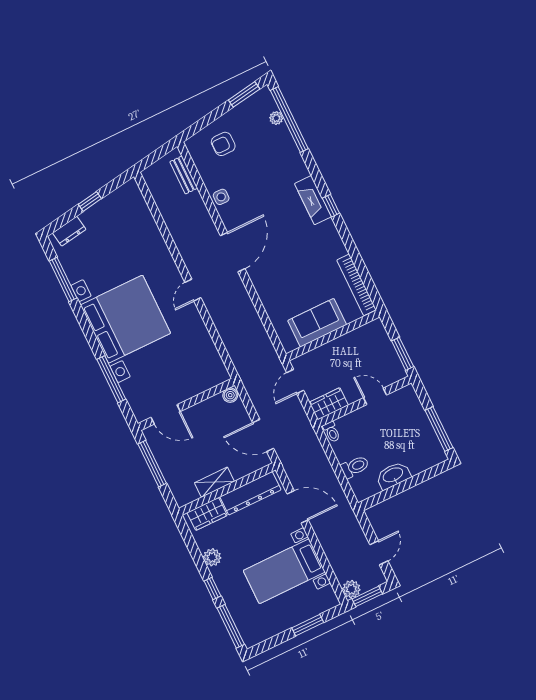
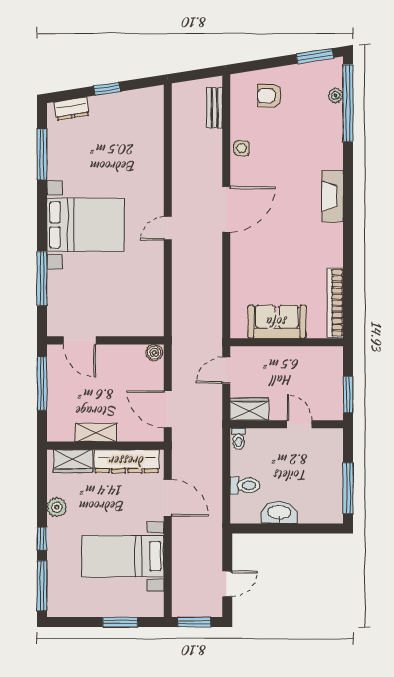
window: (331, 206) -> (348, 210), removed
bed with nightstands: (125, 319) -> (86, 225), width x0.73
plant: (351, 589) -> (182, 607), removed

